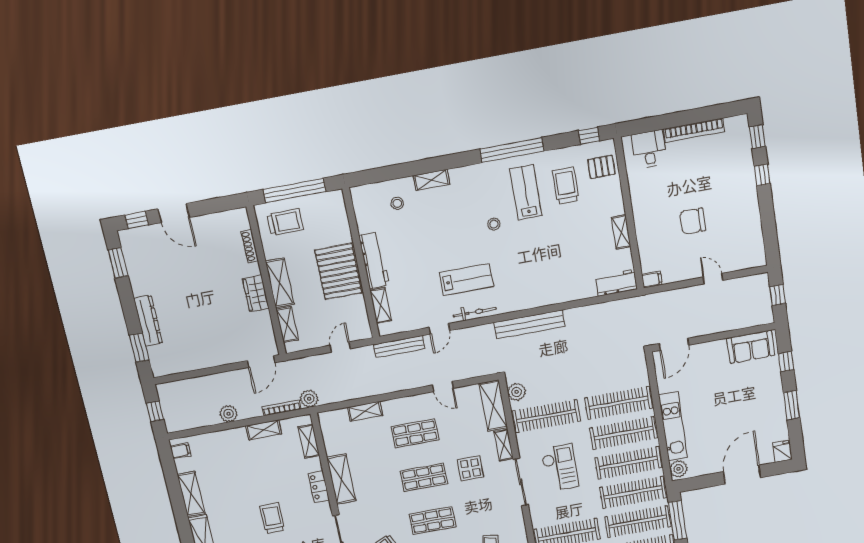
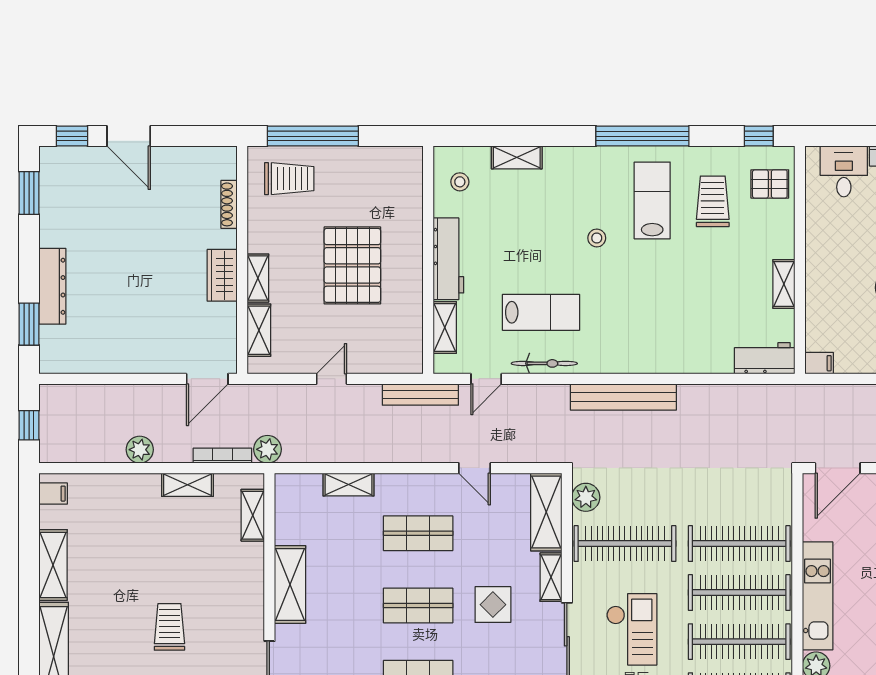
workbench: (374, 260) -> (448, 259), moved
wall: (361, 264) -> (428, 260), moved
shelving: (280, 283) -> (258, 278), width x0.67, depth x0.75
shelving: (381, 305) -> (445, 327), moved
locker: (319, 487) -> (252, 590), removed

